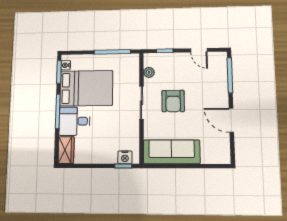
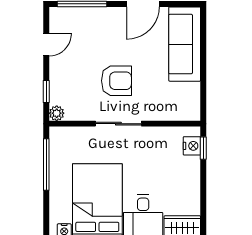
plant: (149, 72) -> (57, 113), moved
sofa: (172, 152) -> (185, 44), moved

